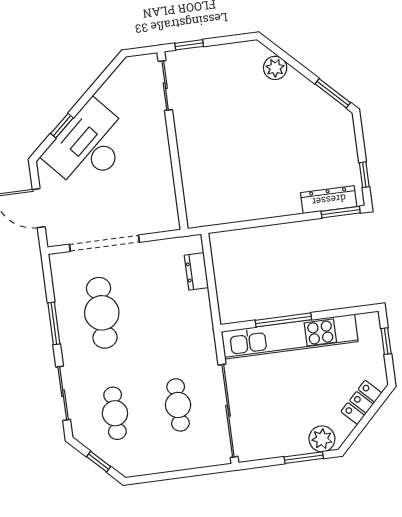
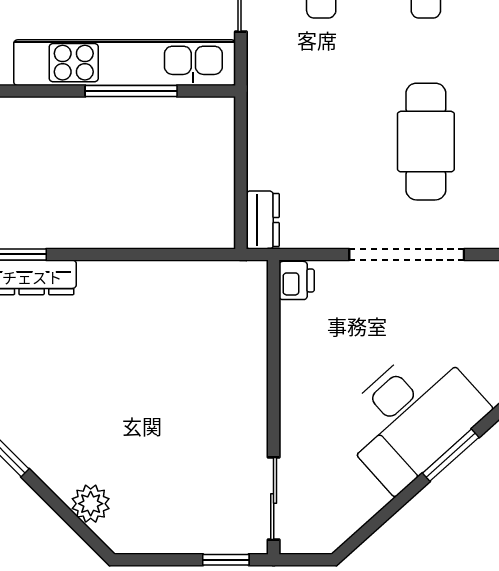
window: (62, 126) -> (451, 455), width x1.50
printer: (169, 219) -> (297, 280), added
dresser: (196, 271) -> (263, 220), moved

